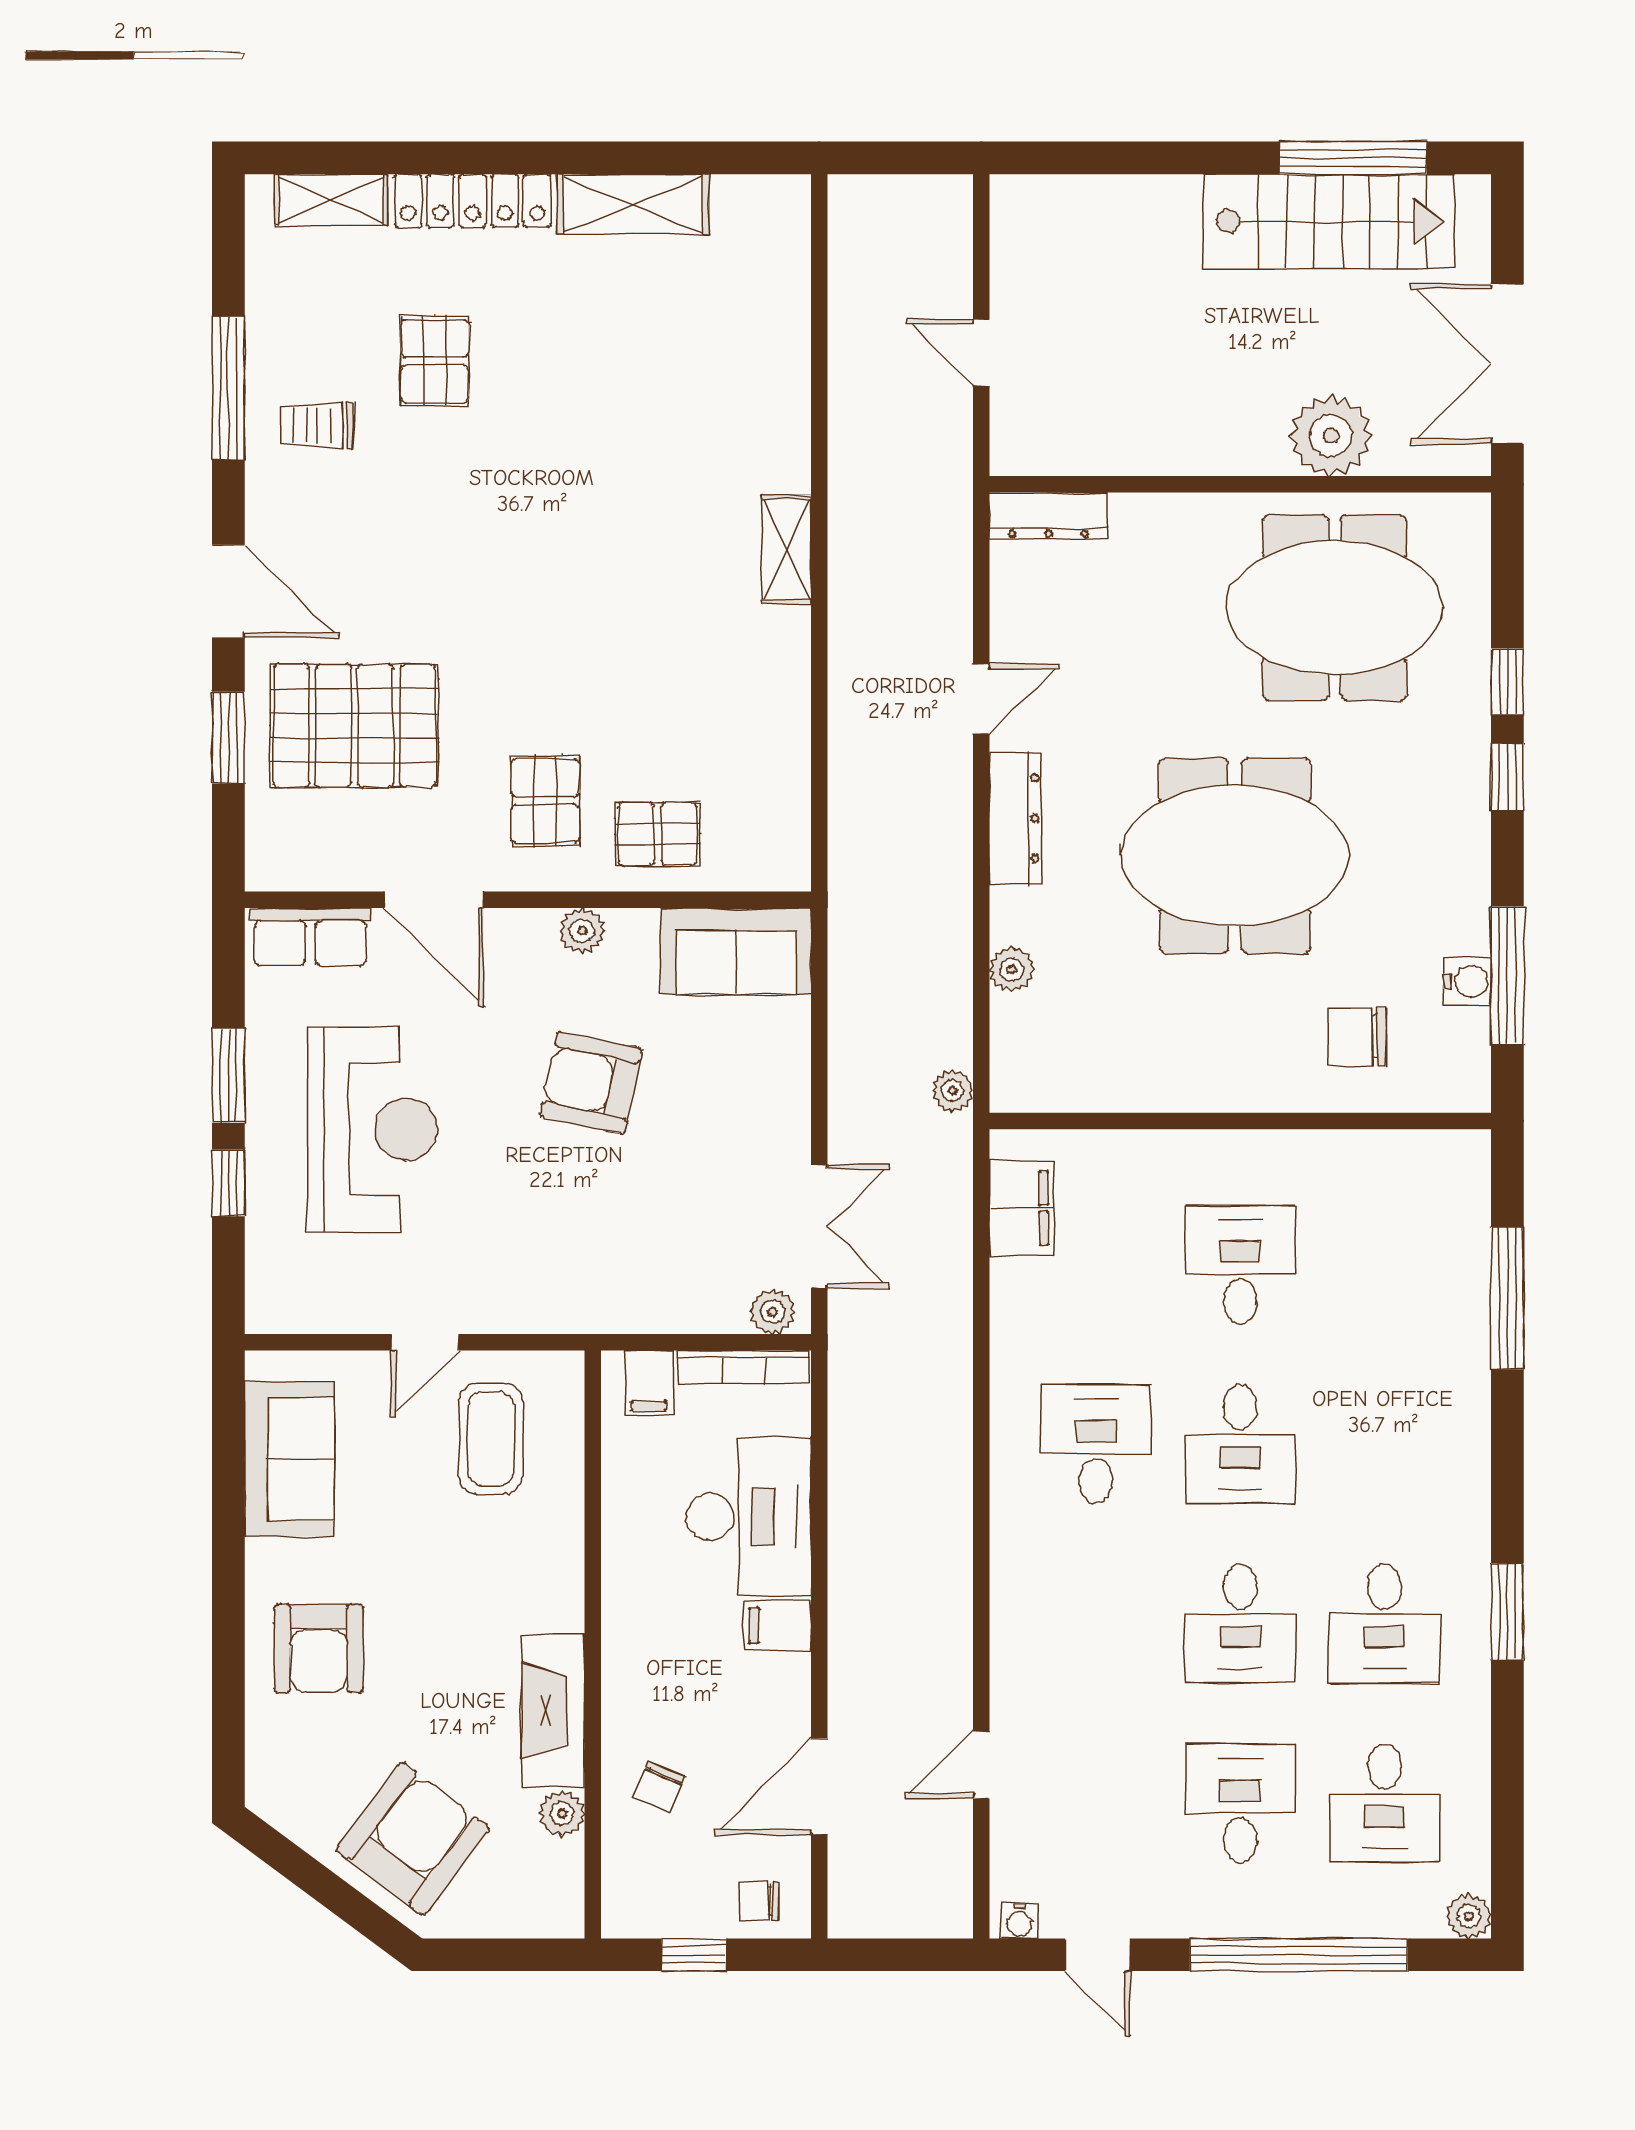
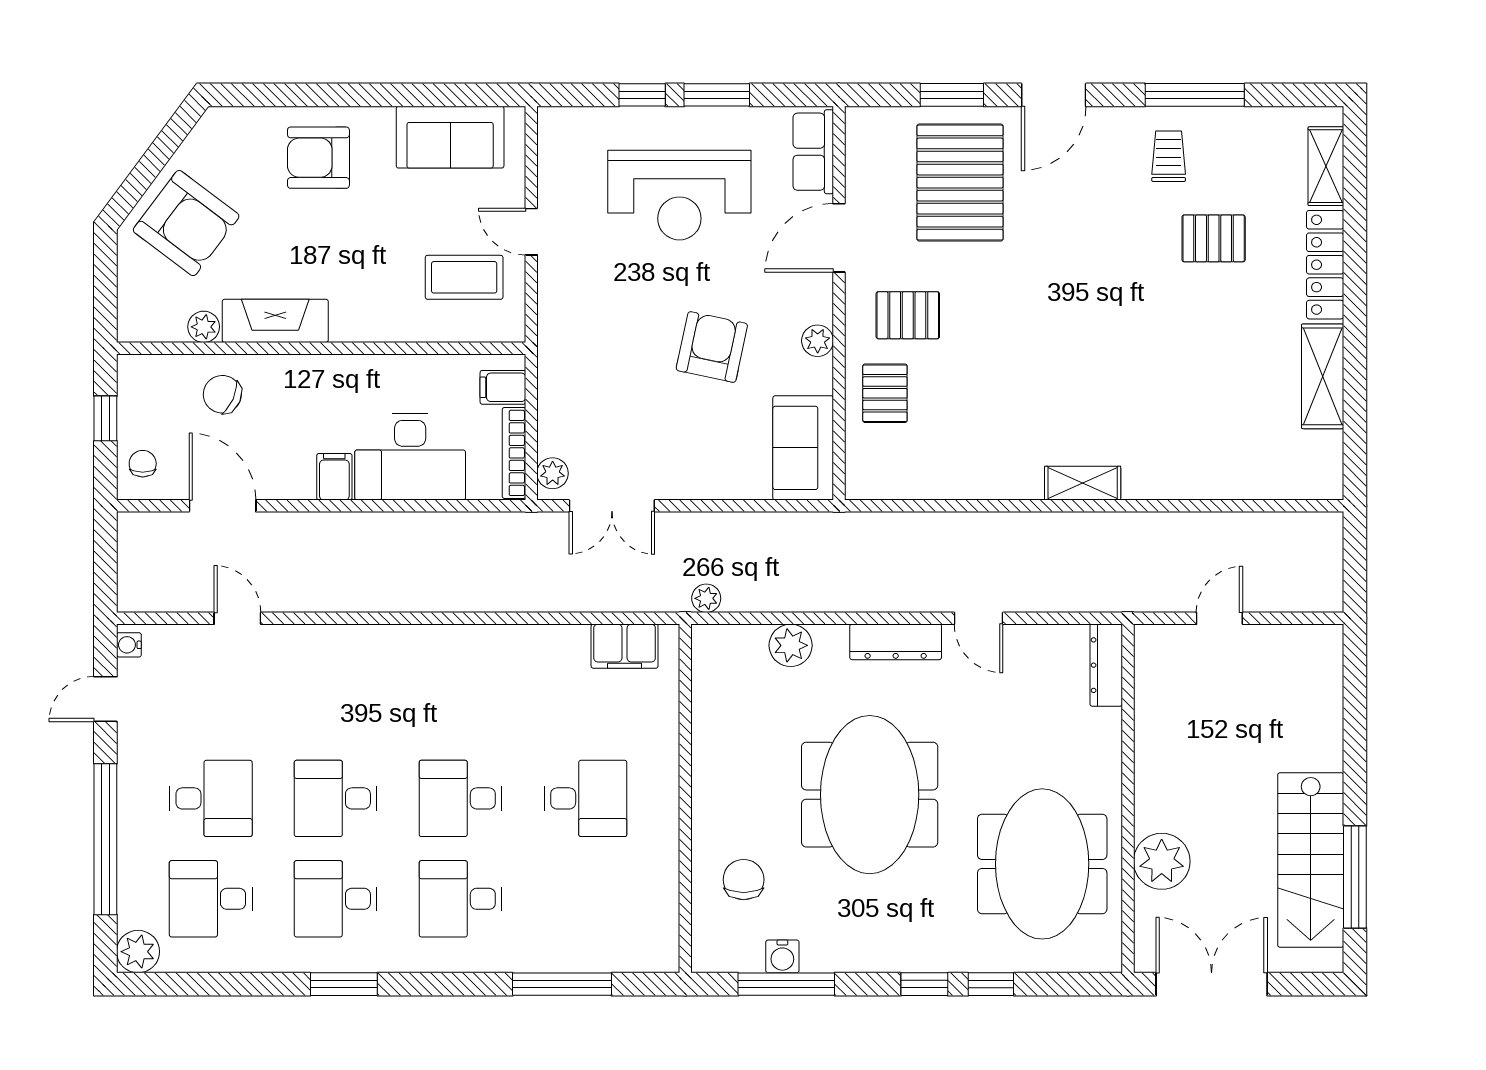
plant: (1012, 969) -> (791, 645), width x1.38, depth x1.38
desk: (1096, 1444) -> (461, 899), moved, turned 180
chair: (659, 1787) -> (222, 394), width x1.37, depth x1.37
plant: (1469, 1916) -> (138, 952), width x1.38, depth x1.38

